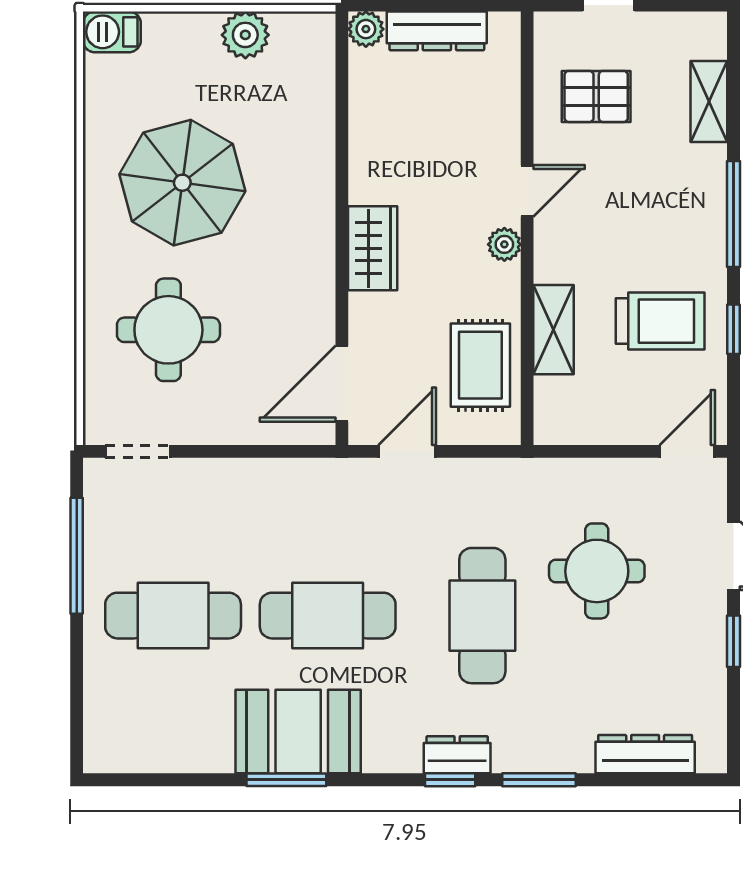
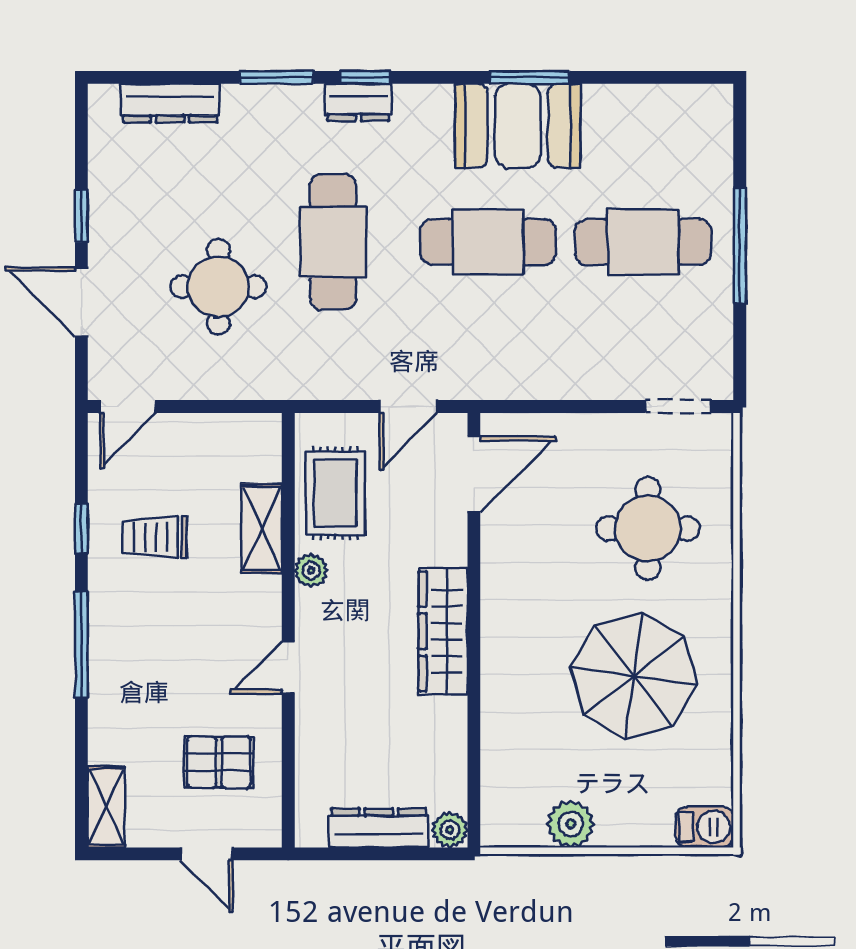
shelving: (709, 101) -> (106, 807), moved
plant: (504, 244) -> (311, 571), moved
wardrobe: (373, 248) -> (443, 631), width x1.50
trolley: (660, 321) -> (155, 537), width x0.73, depth x0.72
window: (77, 556) -> (740, 246), moved

